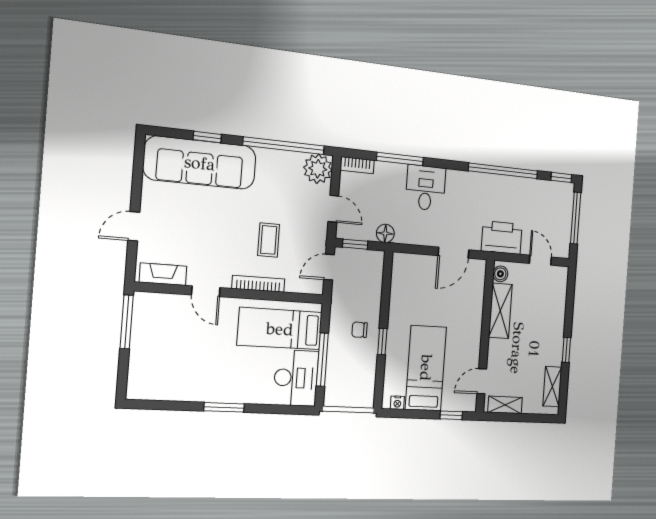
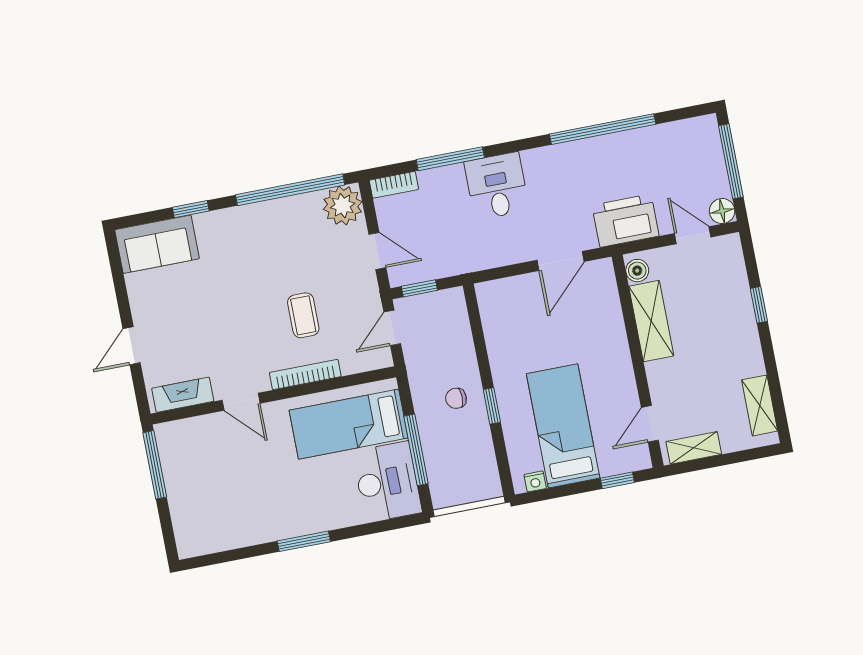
sofa: (200, 163) -> (157, 244), width x0.54, depth x0.79
window: (561, 177) -> (693, 112), removed
floor lamp: (385, 233) -> (722, 211), moved
window: (566, 350) -> (759, 305), moved

